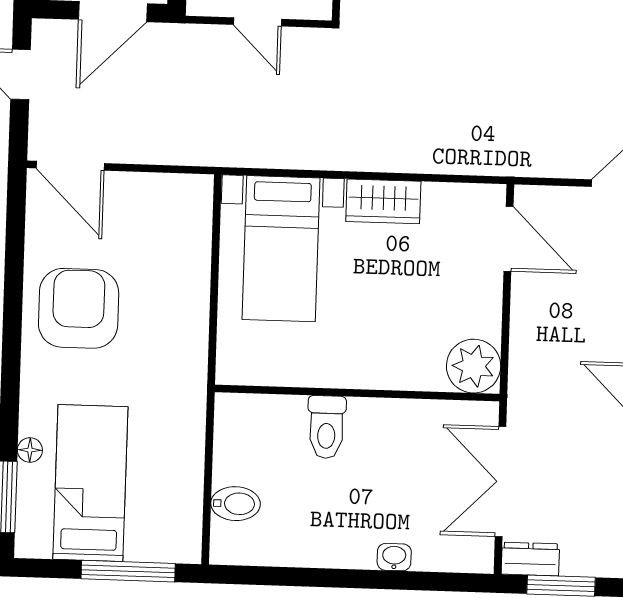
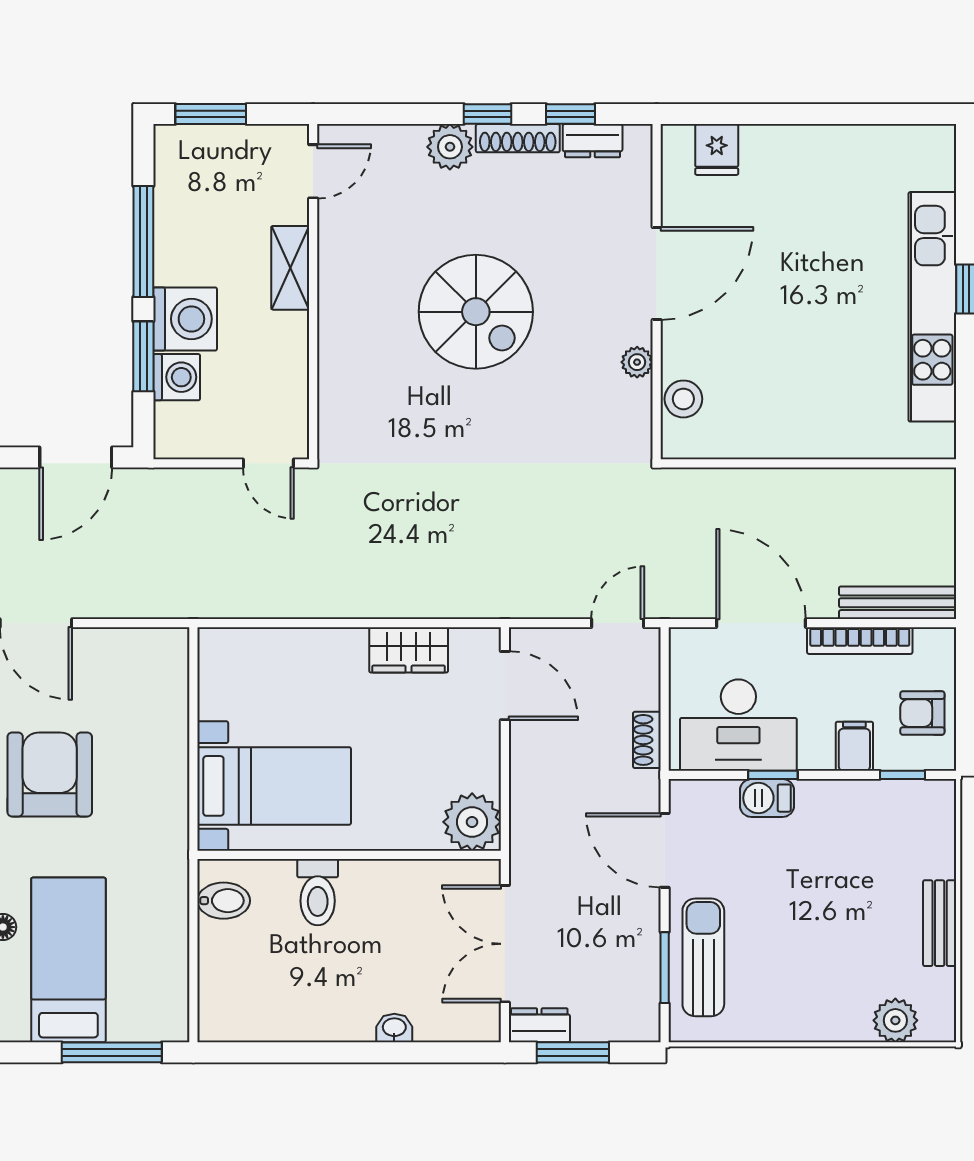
door: (257, 22) -> (268, 463), moved
wardrobe: (383, 201) -> (409, 650), moved
bed with nightstands: (281, 249) -> (274, 786), moved, turned -90
bidet: (236, 504) -> (224, 901), moved

